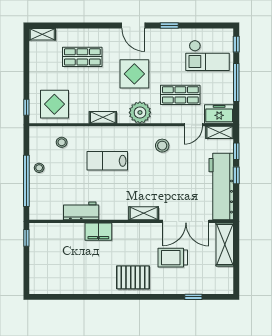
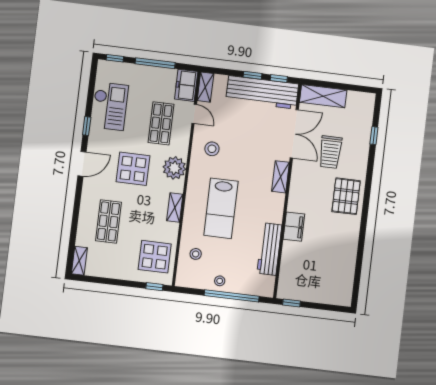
checkout: (207, 55) -> (110, 106), moved
window: (236, 151) -> (279, 78), moved
lab bench: (107, 161) -> (221, 208), width x1.36, depth x1.39
workbench: (81, 211) -> (269, 249), width x1.38

